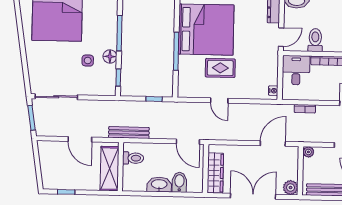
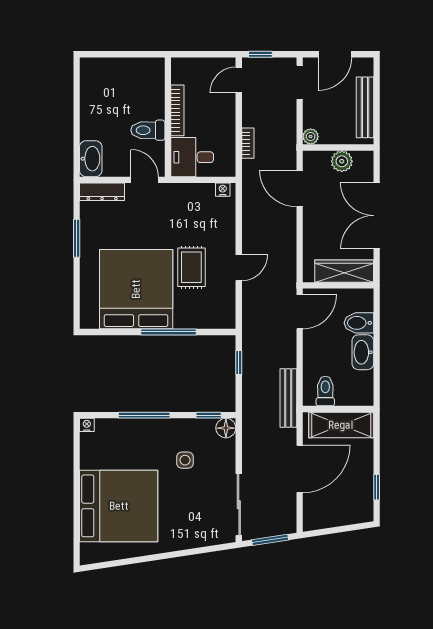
floor lamp: (110, 57) -> (226, 428), moved
door: (80, 139) -> (300, 469), width x1.36
plant: (291, 188) -> (342, 161), moved

